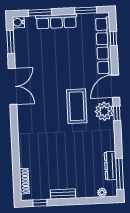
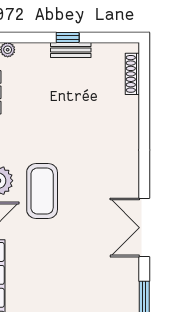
window: (40, 203) -> (68, 37), moved

